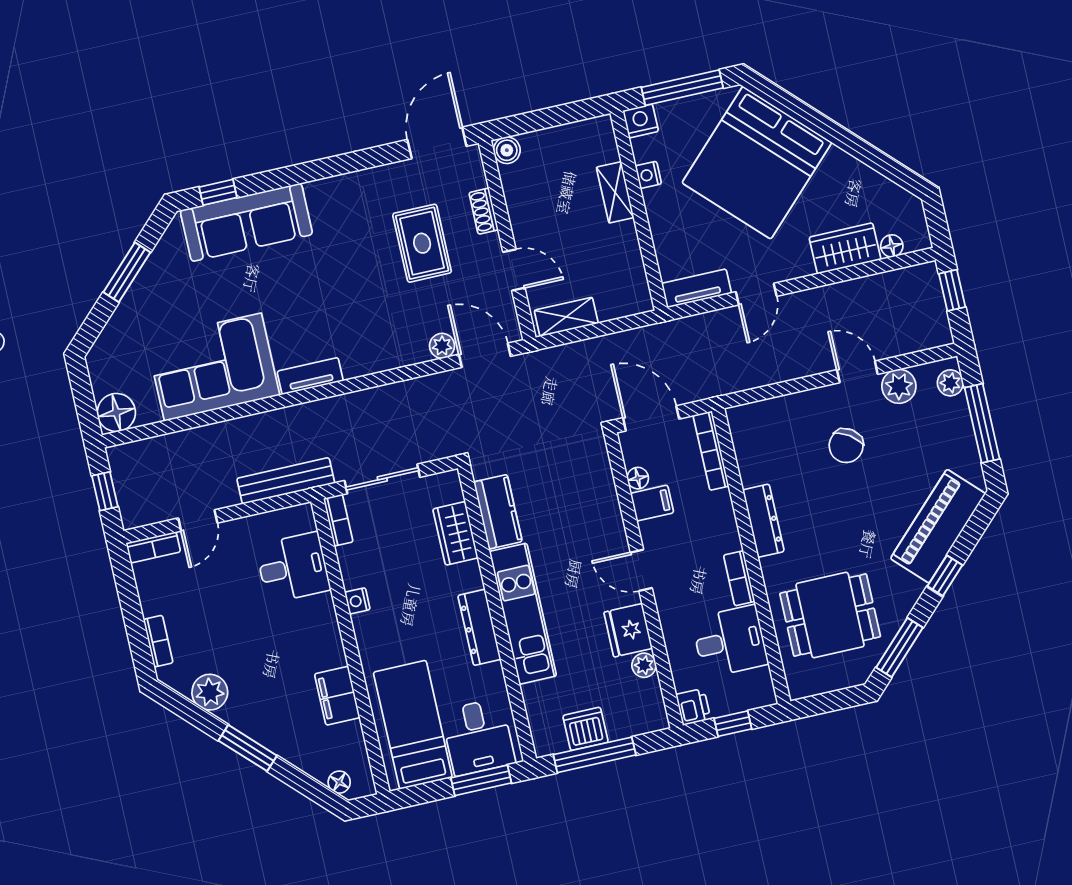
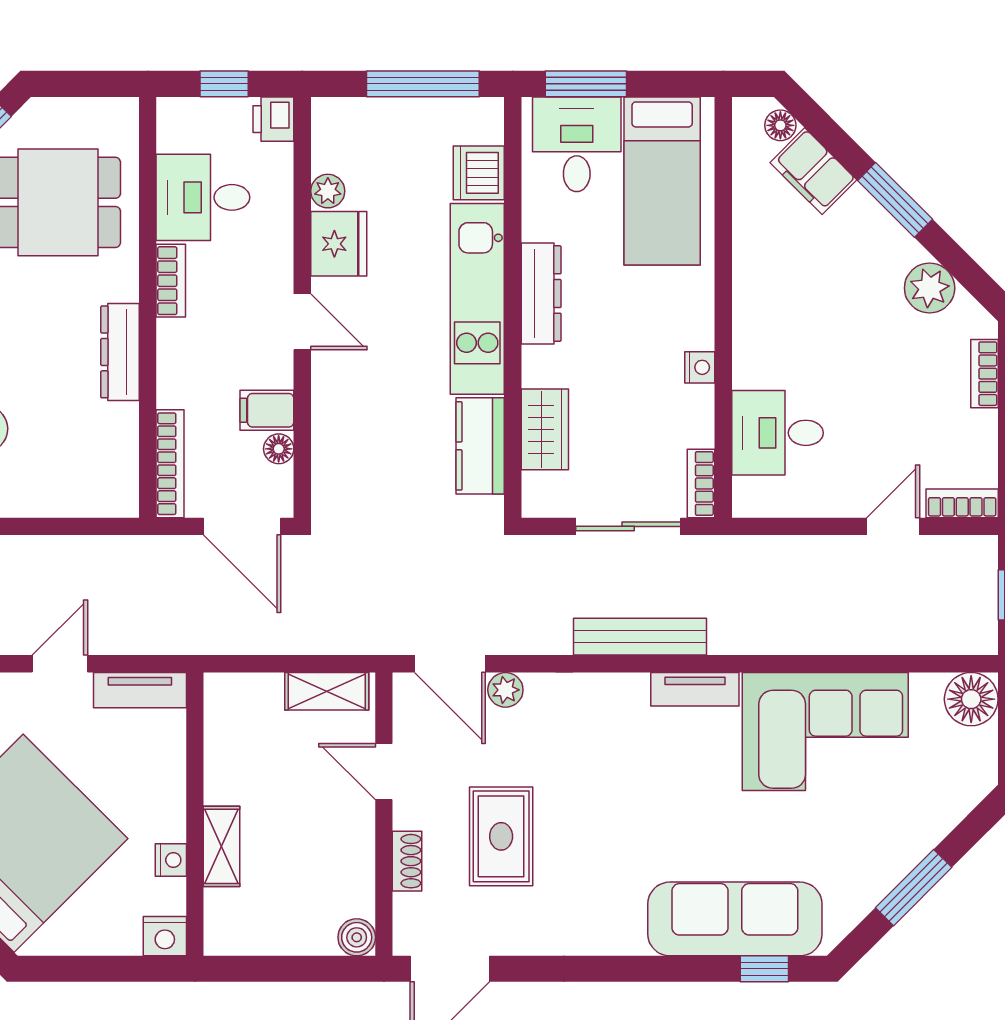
window: (682, 88) -> (98, 969), removed
bench: (286, 481) -> (640, 637), moved
filing cabinet: (337, 696) -> (813, 171), moved, turned 135
dishwasher: (586, 729) -> (479, 173), moved, turned 90

